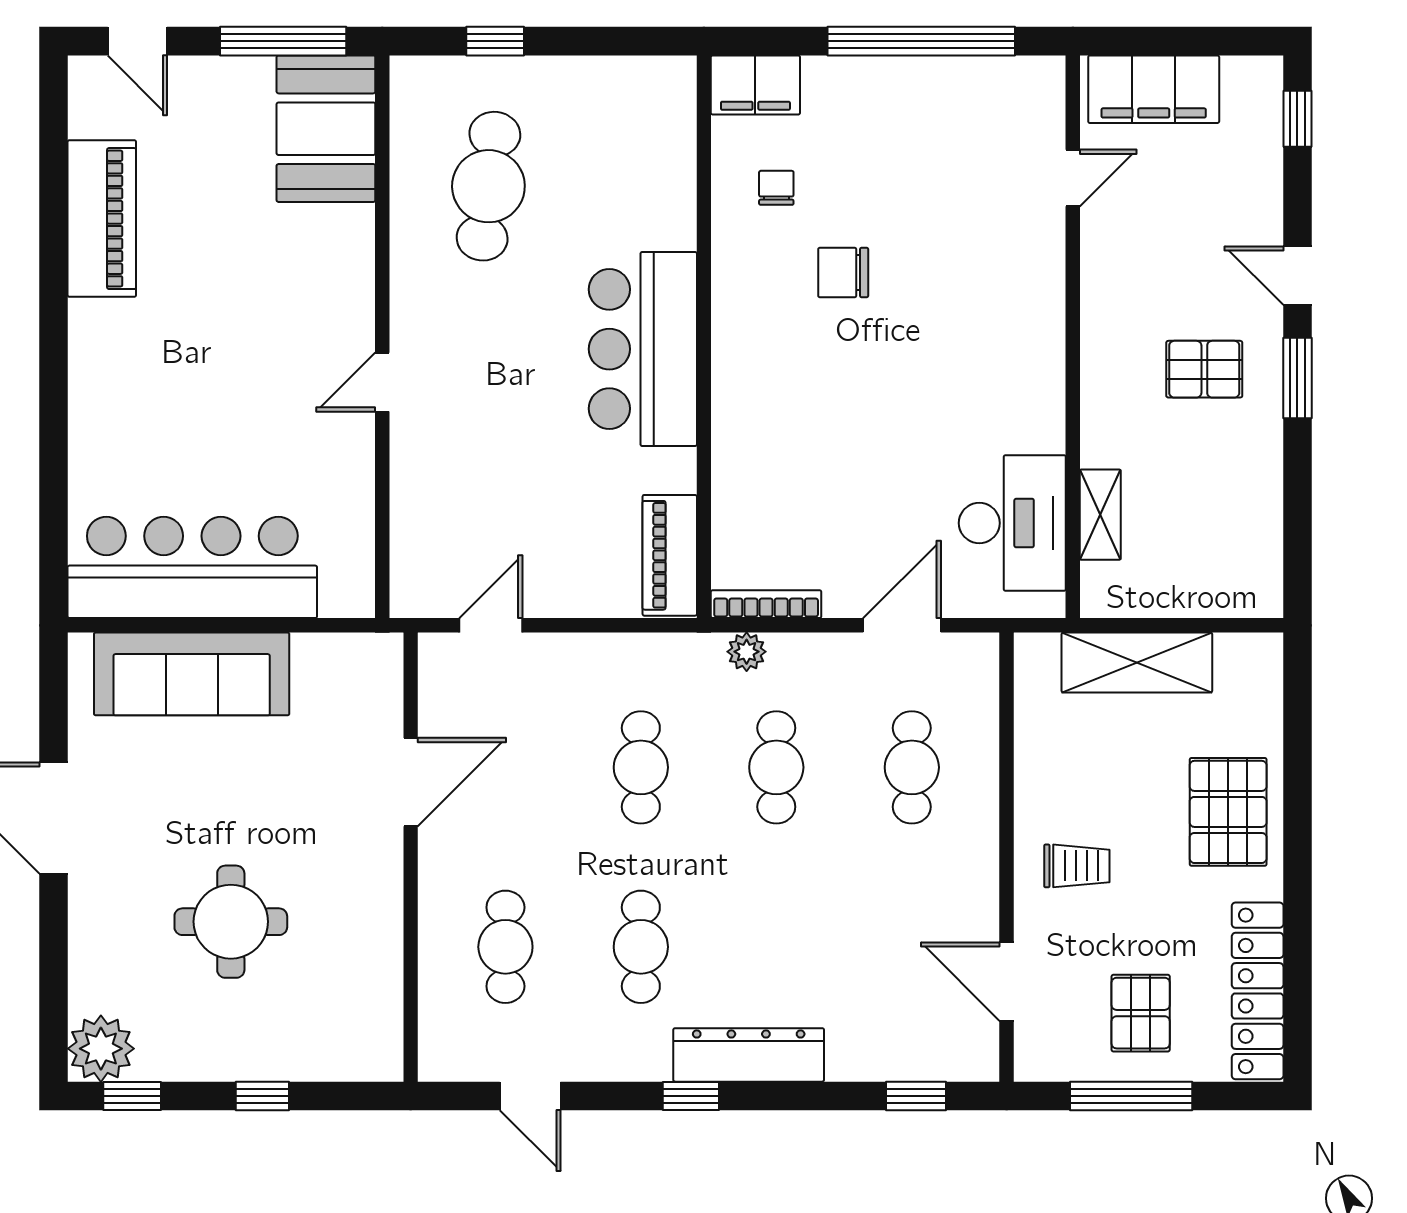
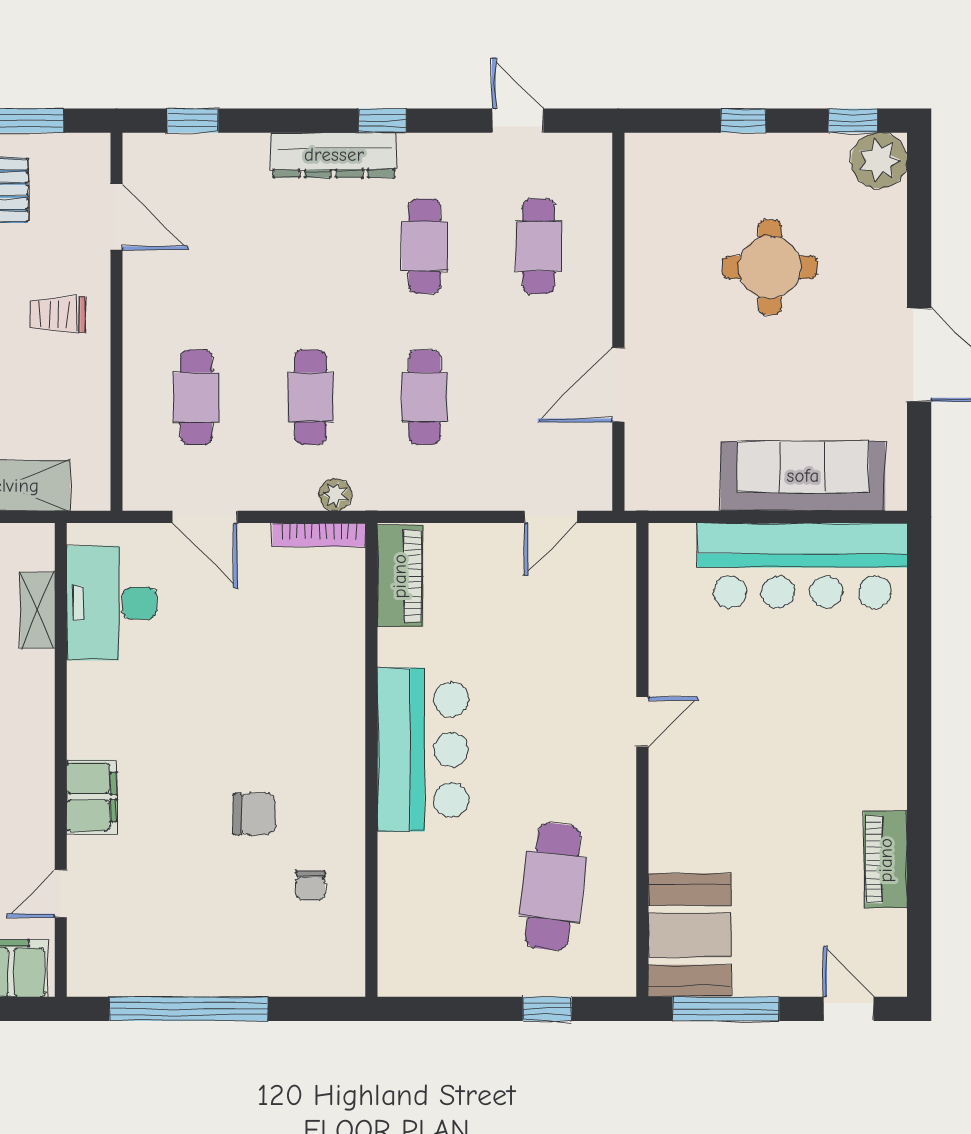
filing cabinet: (755, 85) -> (92, 797), moved, turned 90
piano: (102, 219) -> (886, 860), width x0.73, depth x0.75
door: (902, 625) -> (205, 517), hinge flipped

